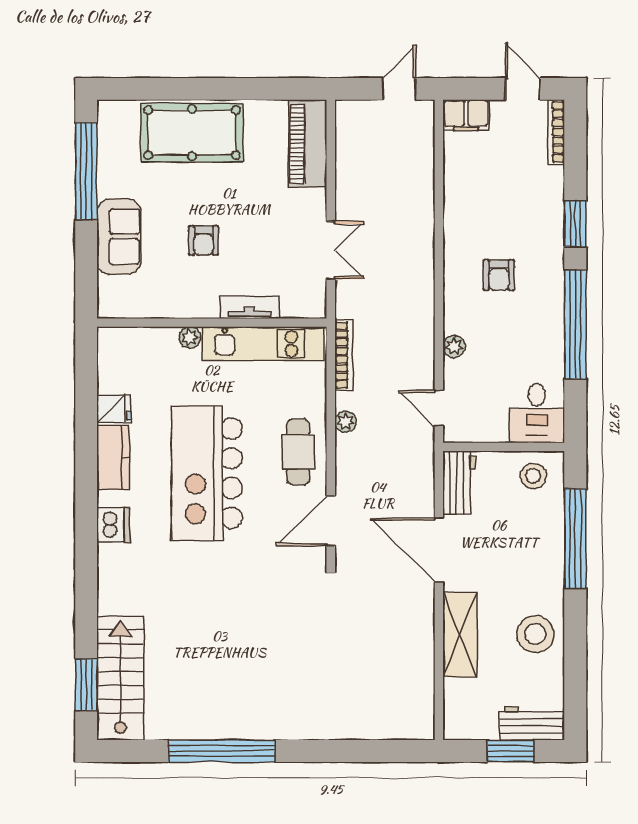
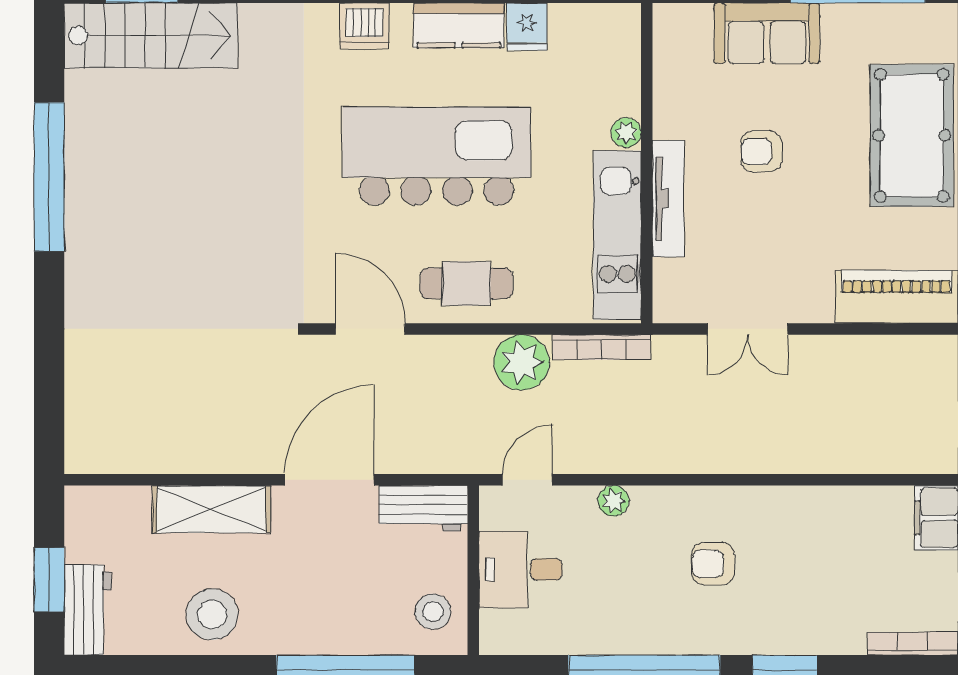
tv unit: (249, 307) -> (668, 199), width x1.41
desk: (537, 413) -> (521, 569), moved
plant: (345, 422) -> (522, 362), width x1.88, depth x1.88

